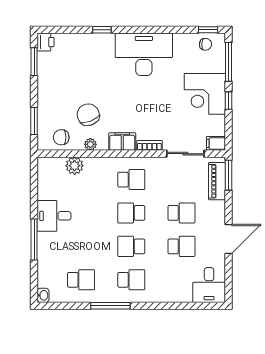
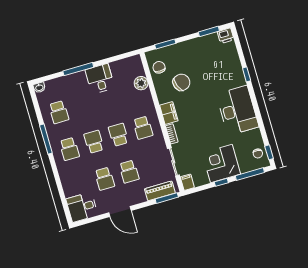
plant: (90, 144) -> (160, 90), removed

